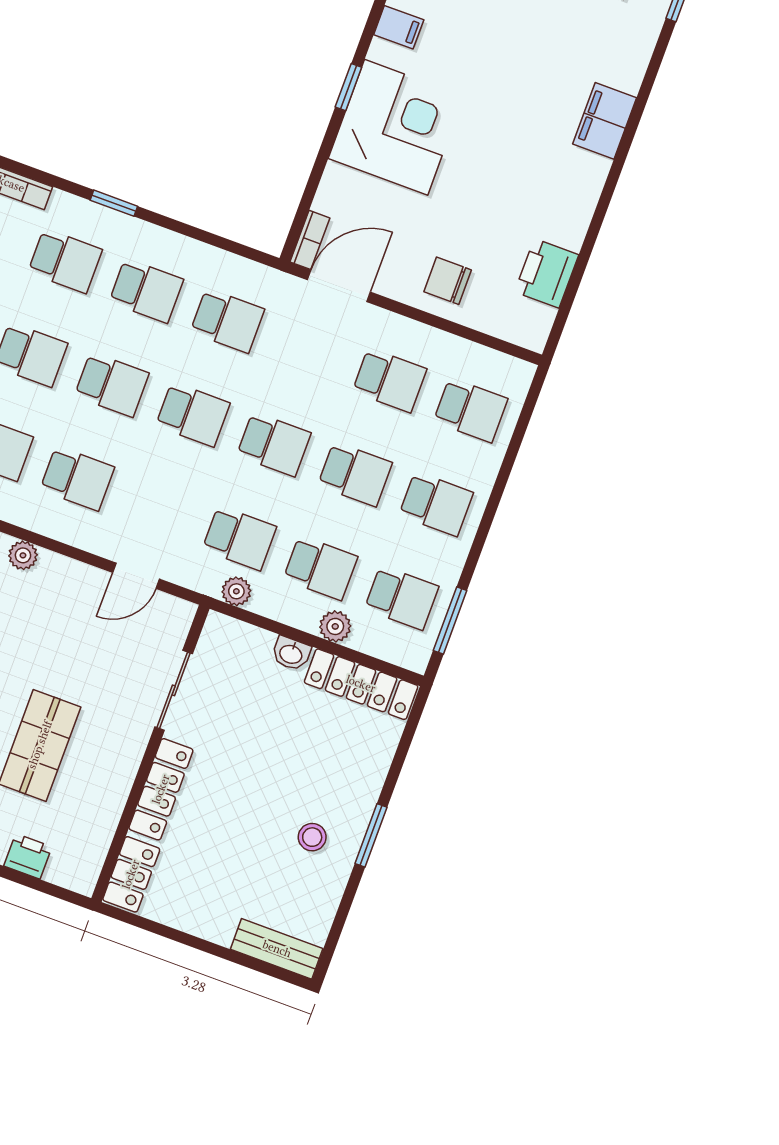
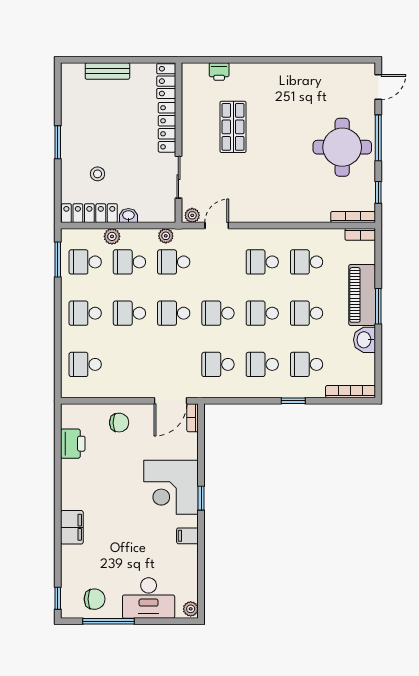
school desk: (389, 380) -> (129, 364), removed
plant: (23, 555) -> (192, 215), moved
stool: (312, 837) -> (98, 174), moved
bench: (277, 949) -> (107, 71), moved

